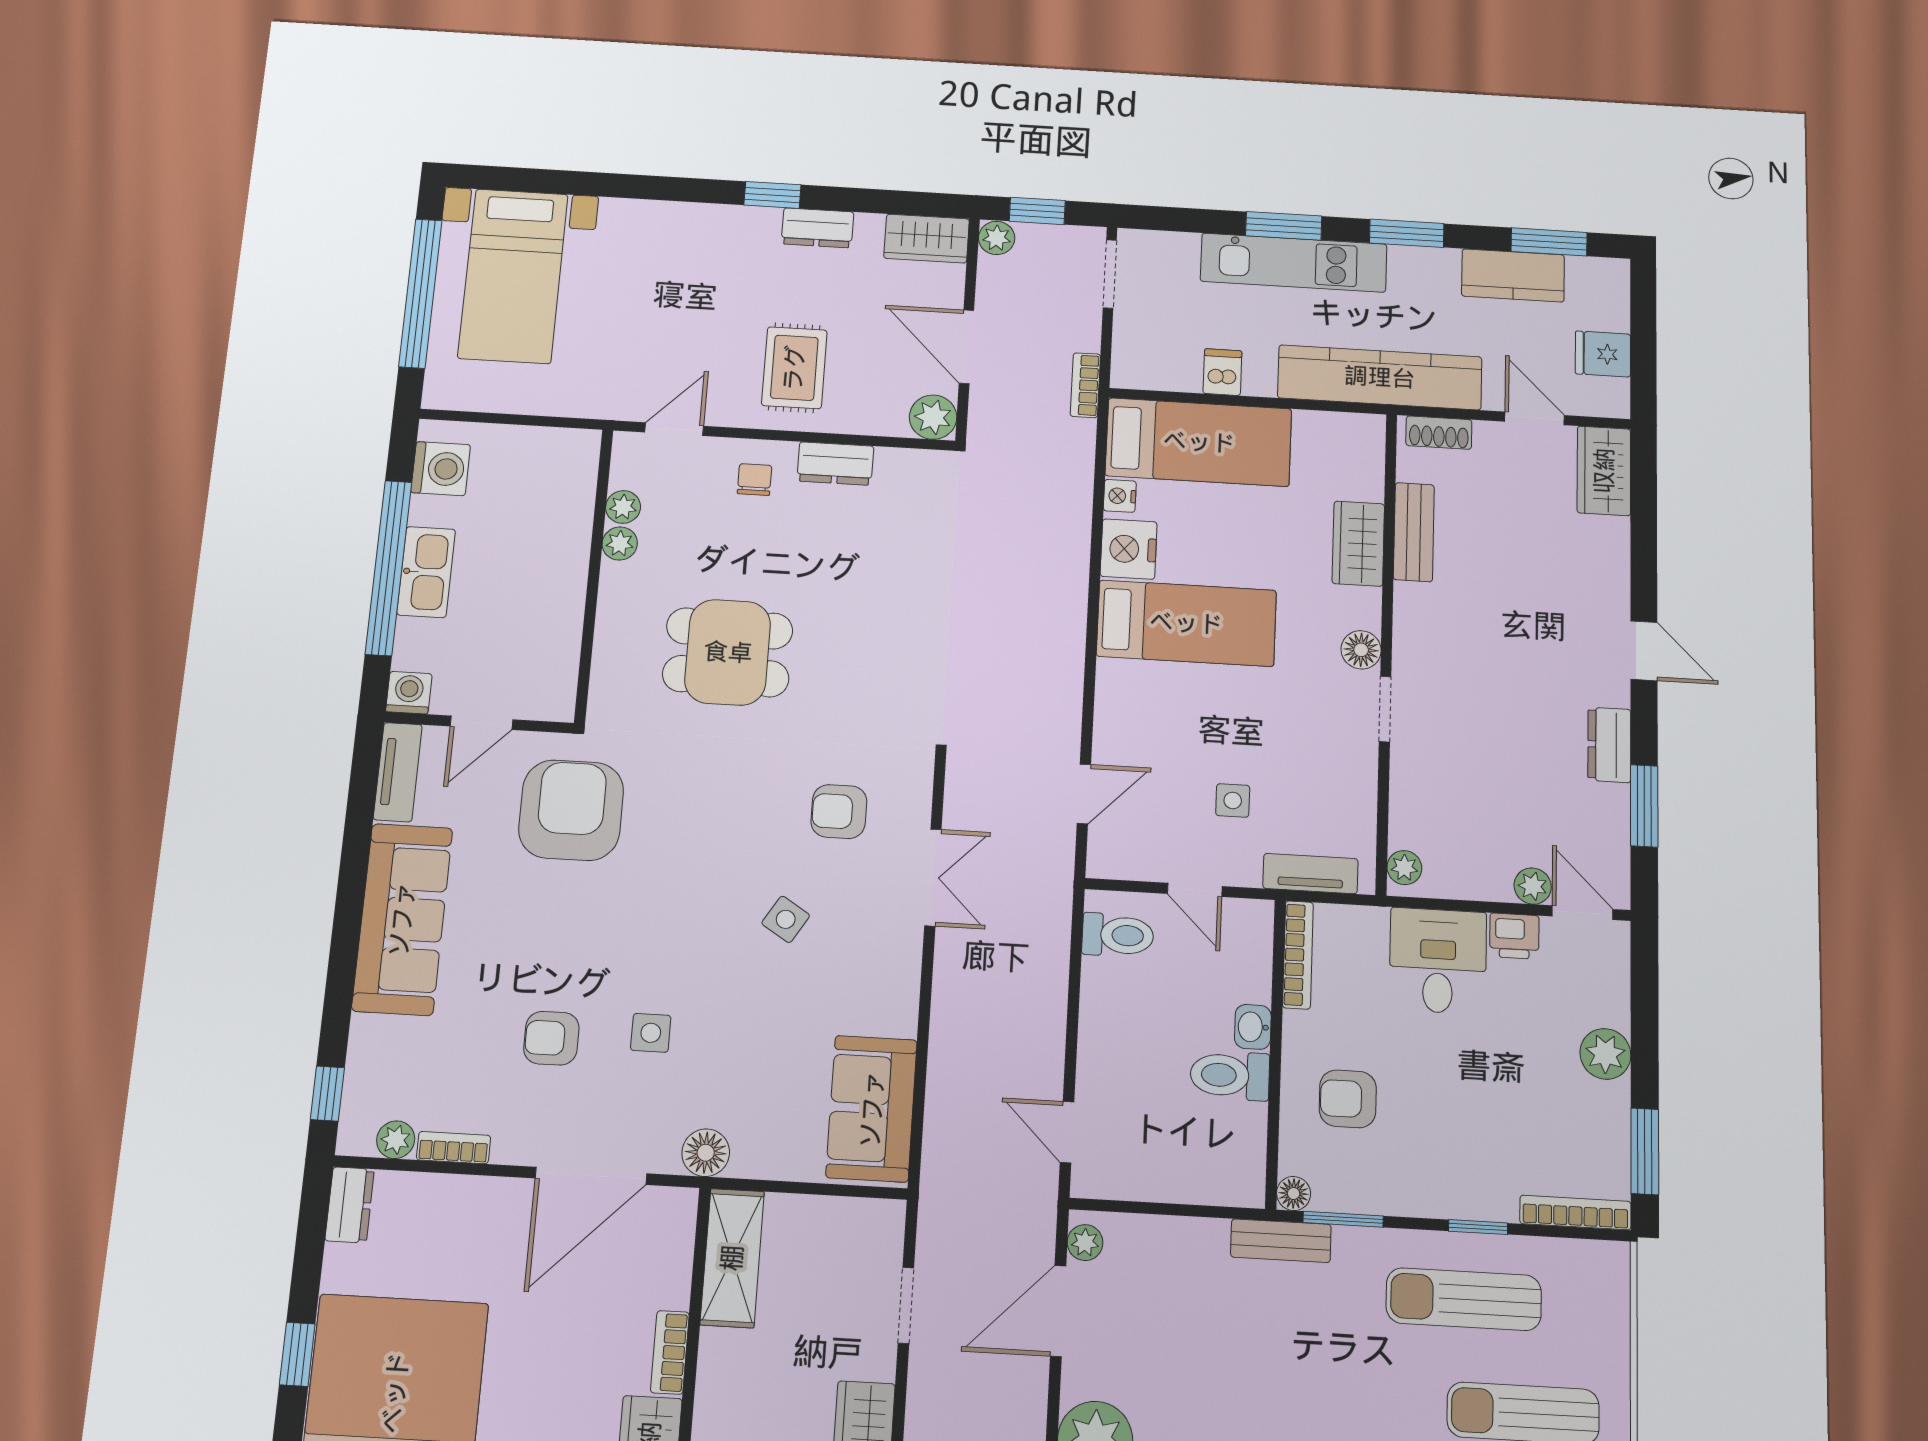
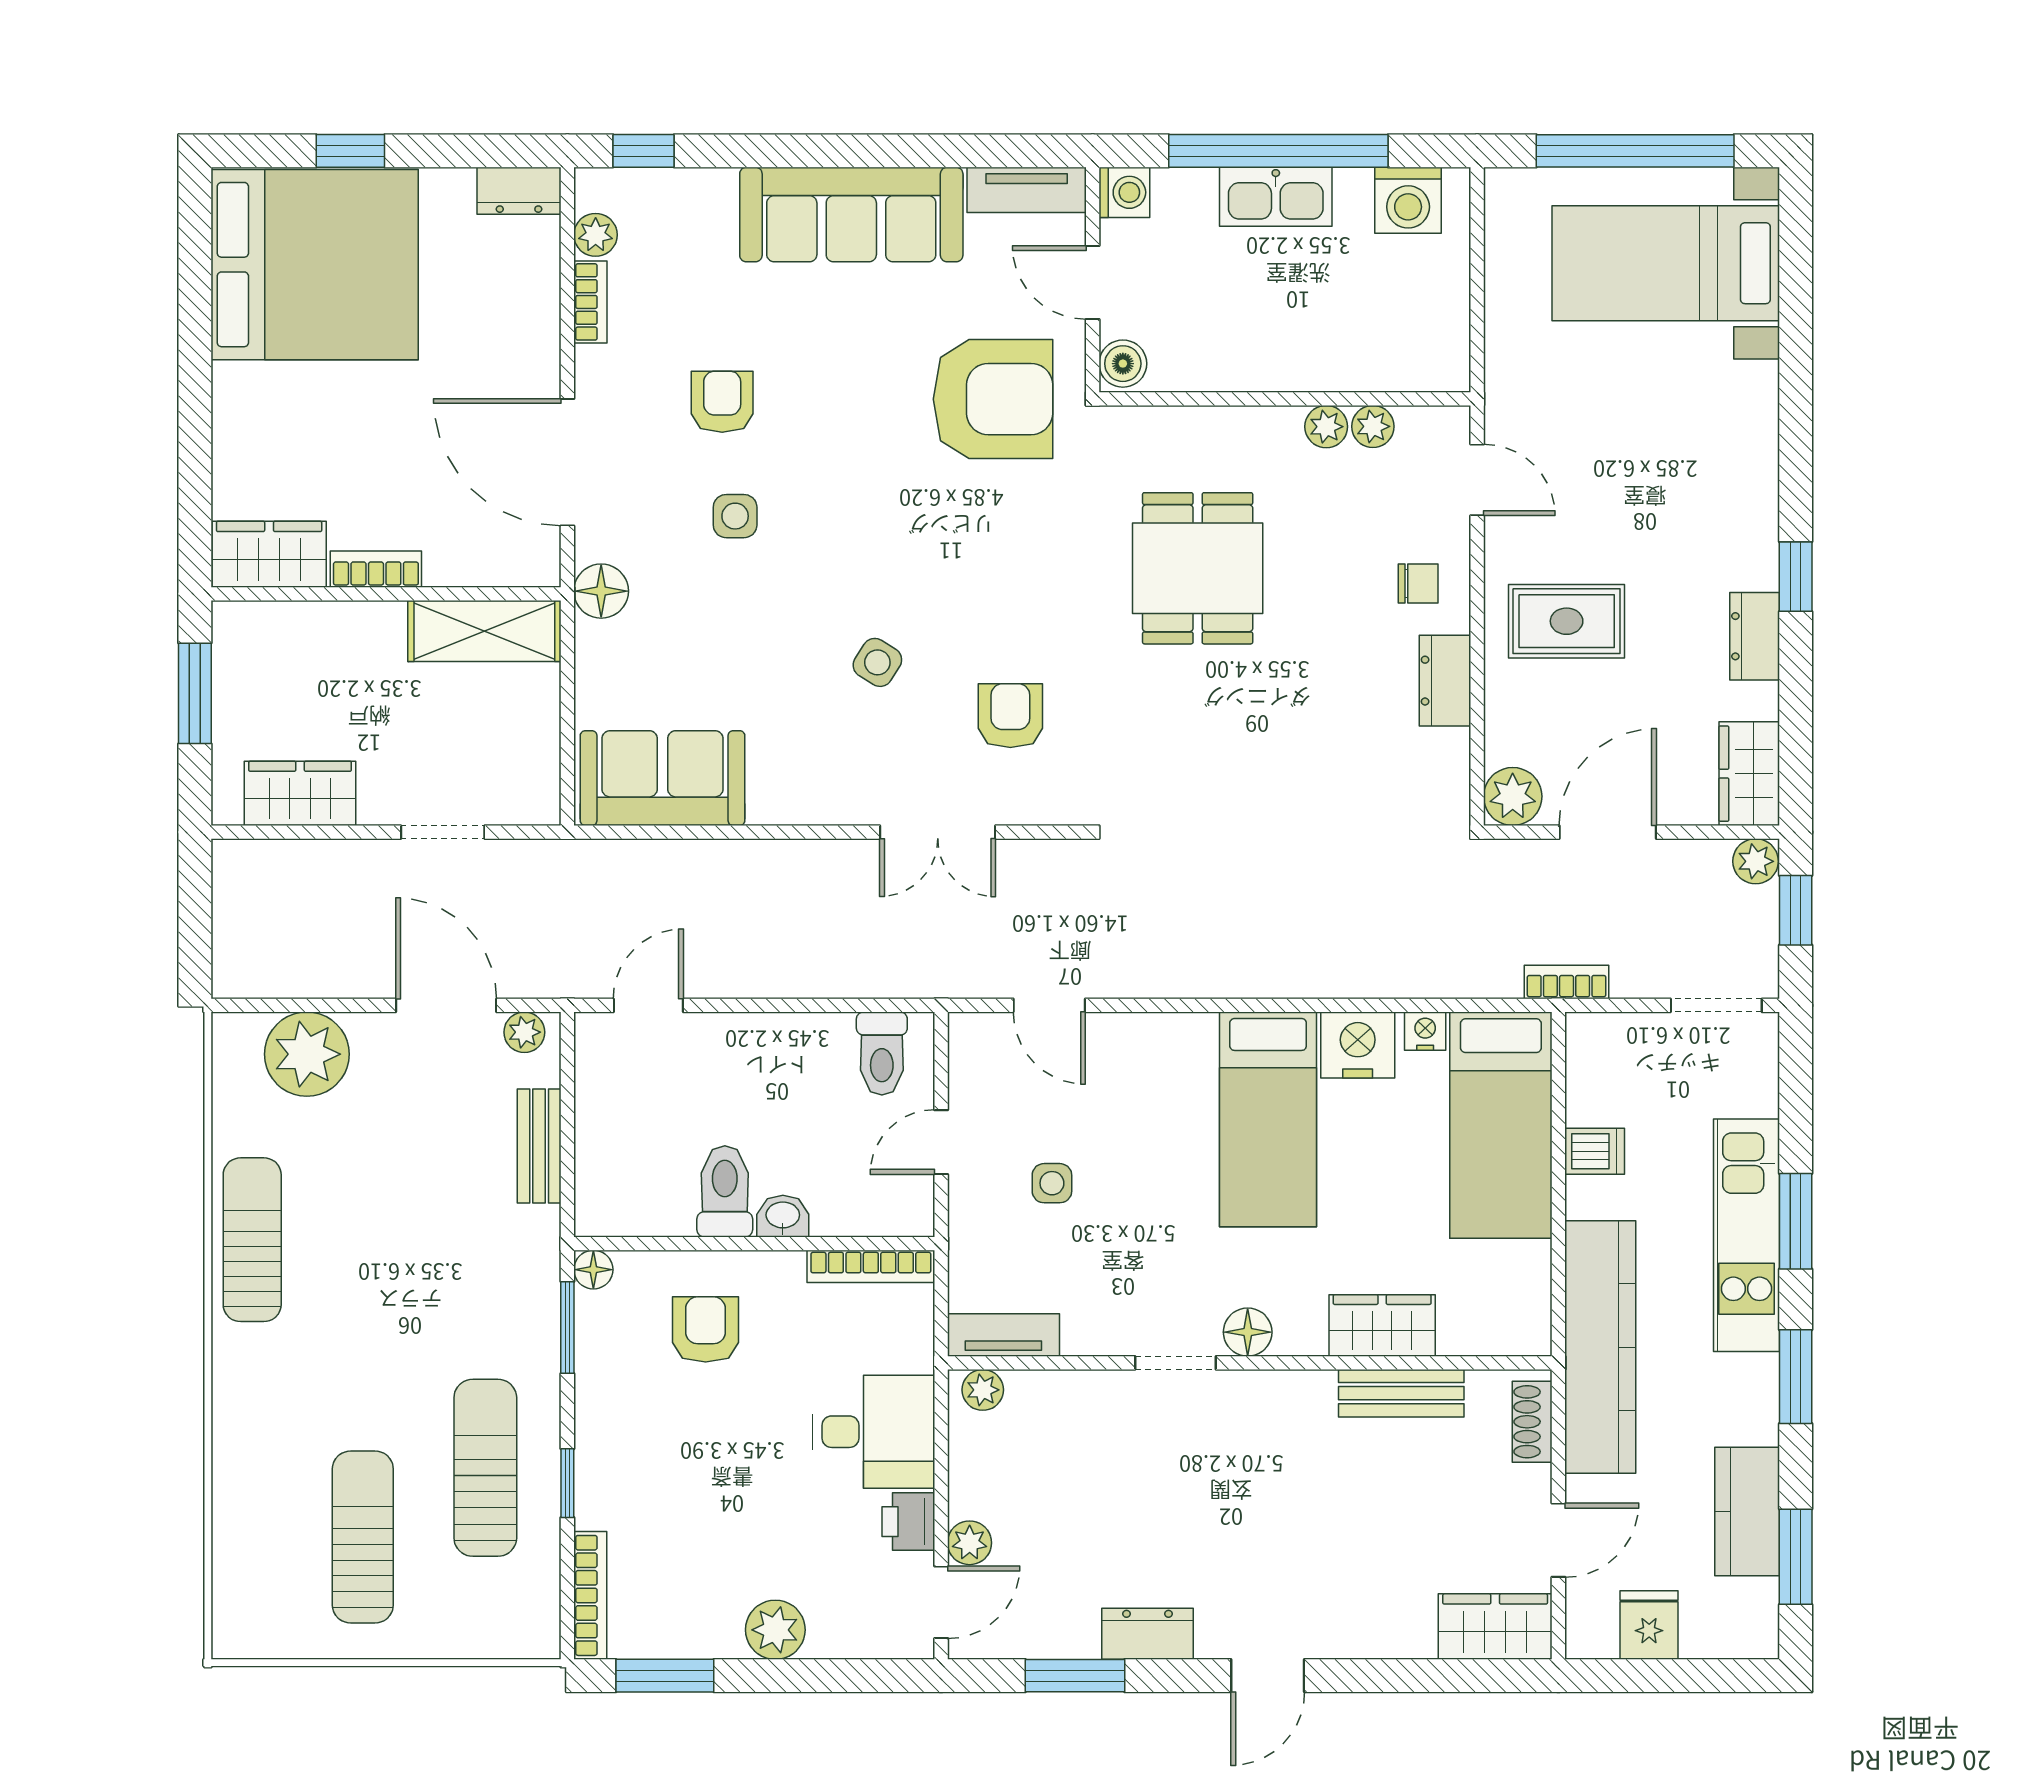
boiler: (552, 702) -> (1123, 364), added
tv unit: (1310, 874) -> (1003, 1335), moved, turned -90
bench: (1281, 1241) -> (539, 1146), moved

